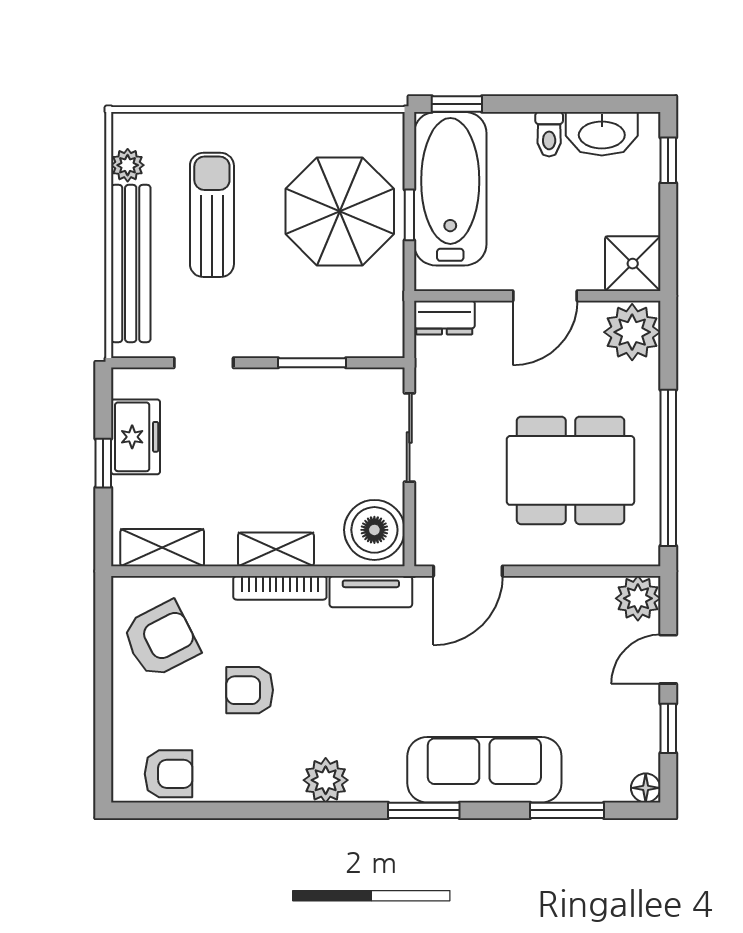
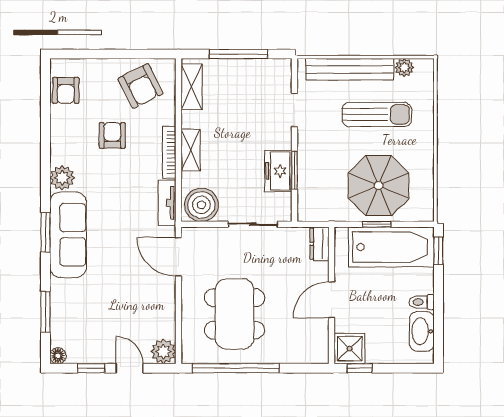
window: (668, 160) -> (360, 368), moved
door: (545, 296) -> (332, 300), hinge flipped
plant: (632, 332) -> (311, 348), removed
freezer: (136, 437) -> (278, 171), moved, turned 90
window: (103, 463) -> (239, 54), width x2.17
sofa: (484, 770) -> (68, 235), moved

